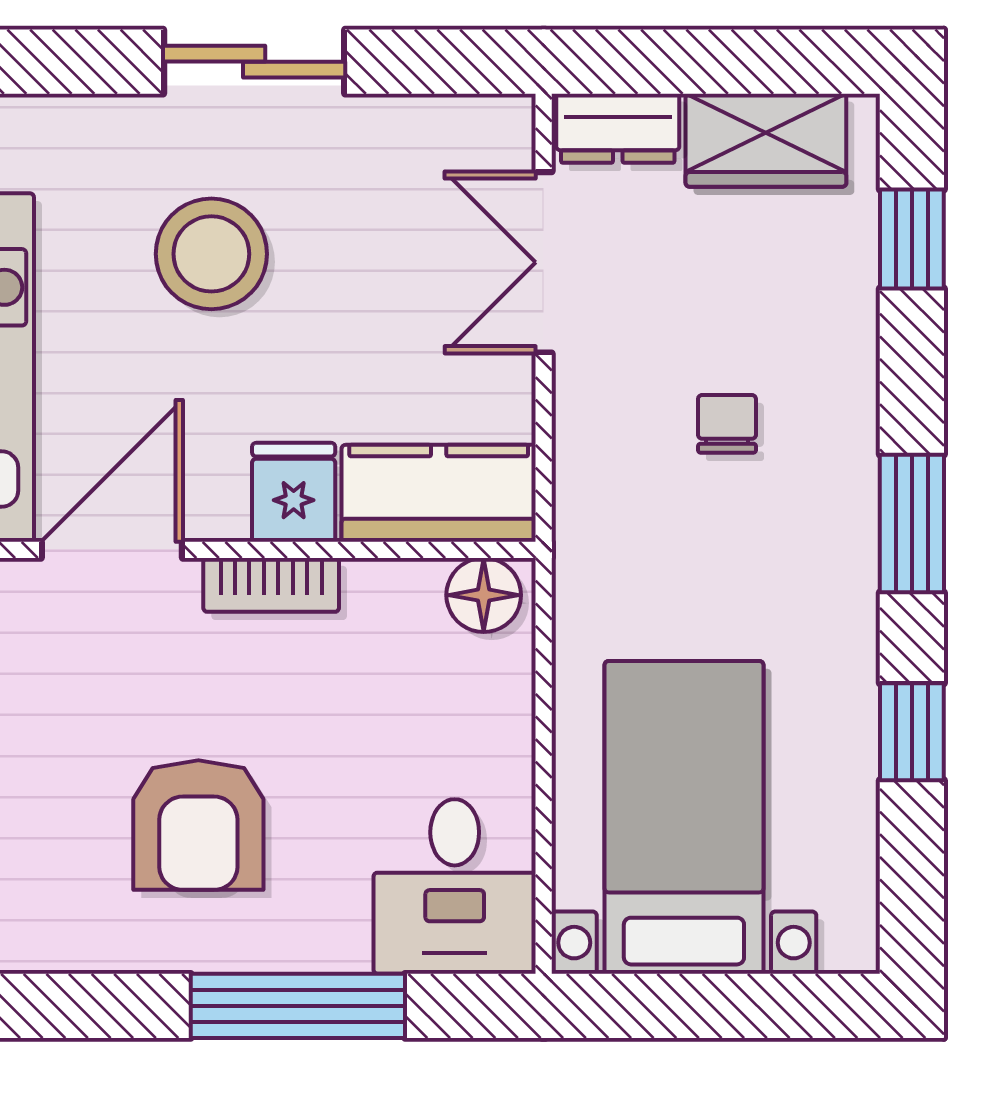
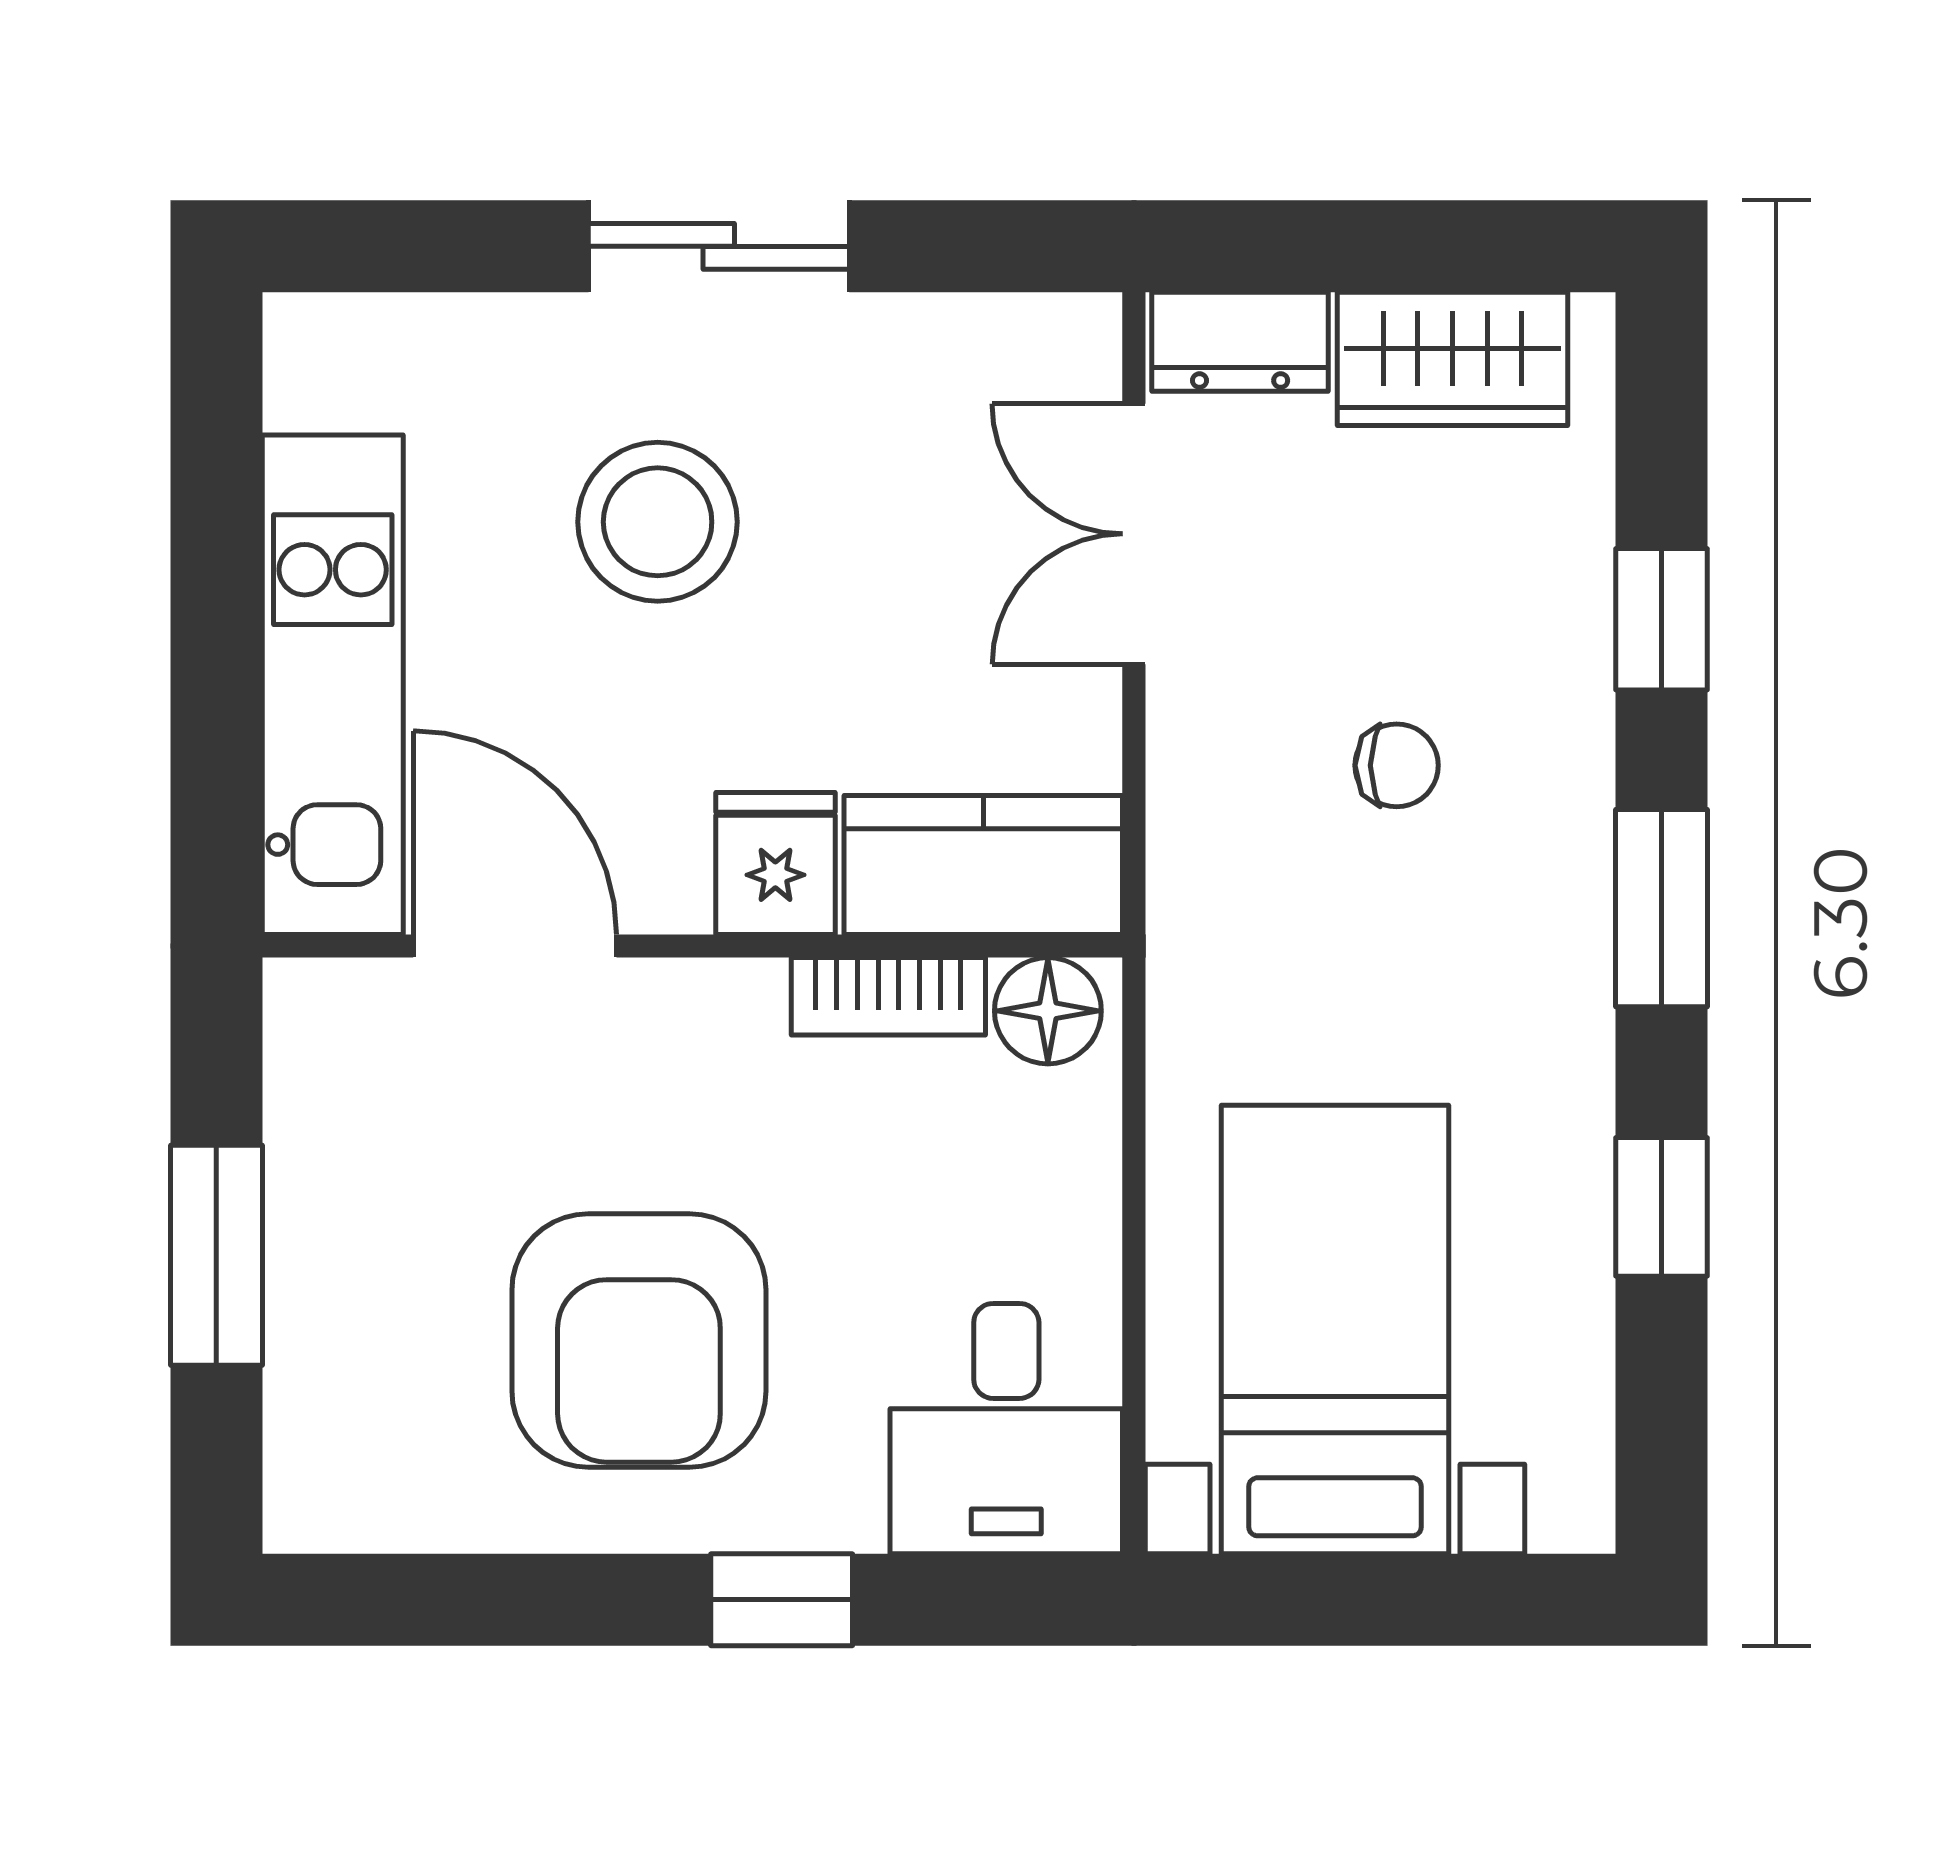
window: (912, 239) -> (1662, 619), moved
chair: (727, 424) -> (1397, 765), turned 90
door: (112, 550) -> (515, 946), hinge flipped
bookcase: (271, 585) -> (888, 996), moved
armchair: (198, 825) -> (639, 1340), width x1.36, depth x1.36
window: (298, 1006) -> (782, 1600), width x0.46

